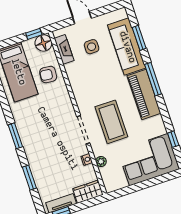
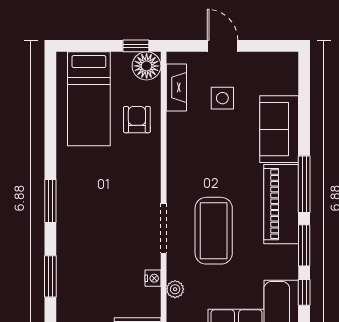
window: (139, 38) -> (304, 245), moved
sofa: (127, 47) -> (279, 129), width x0.73
armchair: (48, 75) -> (137, 120), turned 85

